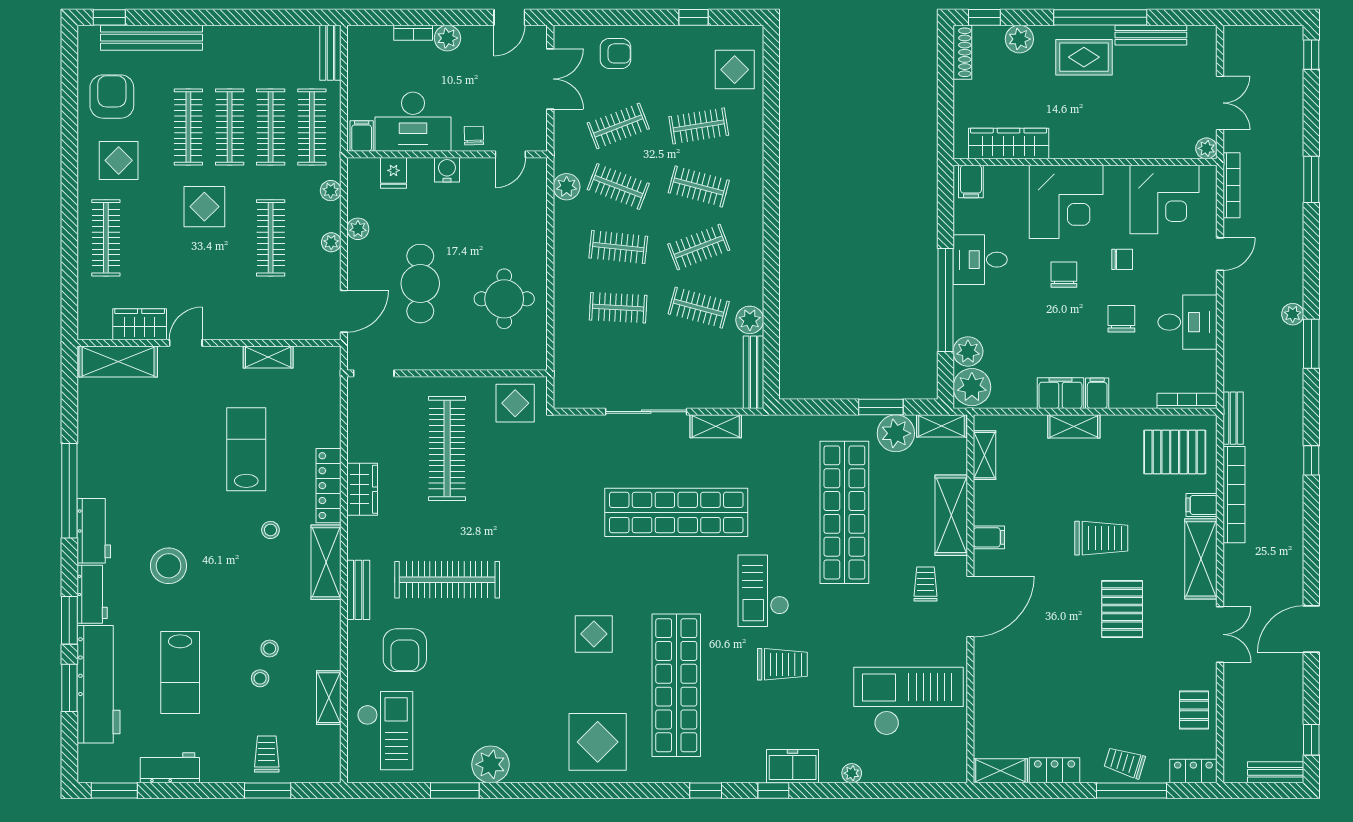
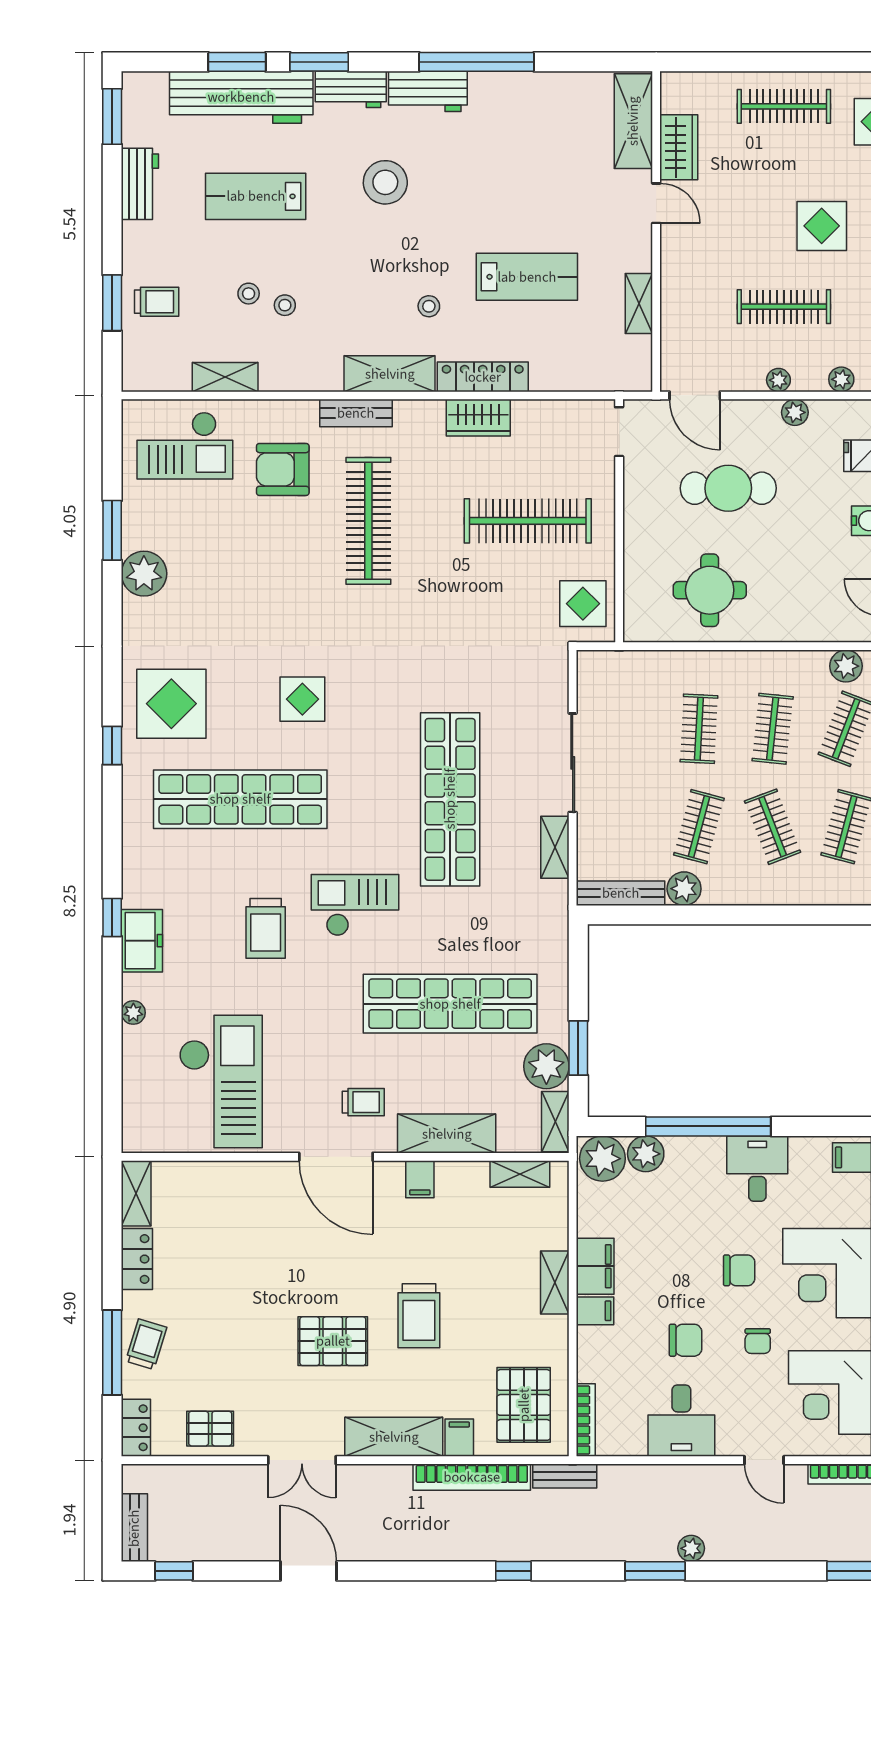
window: (706, 791) -> (112, 746), moved

